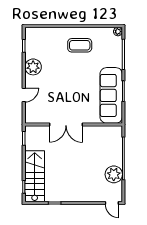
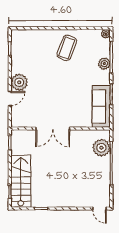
coffee table: (80, 45) -> (67, 48), turned -69
plant: (116, 61) -> (104, 64), added
plant: (33, 67) -> (19, 82), moved
sofa: (111, 95) -> (101, 106), width x0.74, depth x0.79
plant: (114, 174) -> (101, 148), moved

